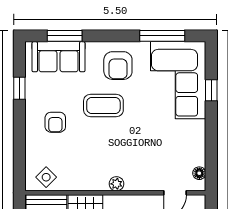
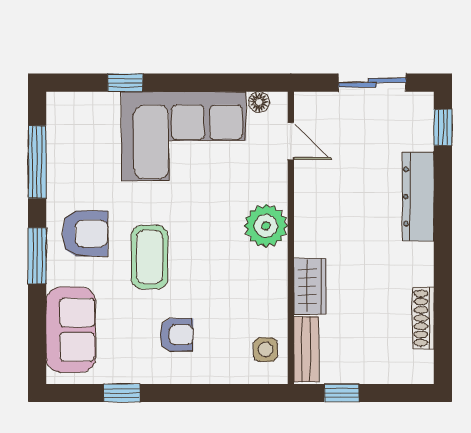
window: (65, 36) -> (37, 256), moved
corner sofa: (178, 80) -> (184, 136), moved
side table: (46, 177) -> (266, 350), turned 45
plant: (116, 184) -> (266, 226), width x1.88, depth x1.88

